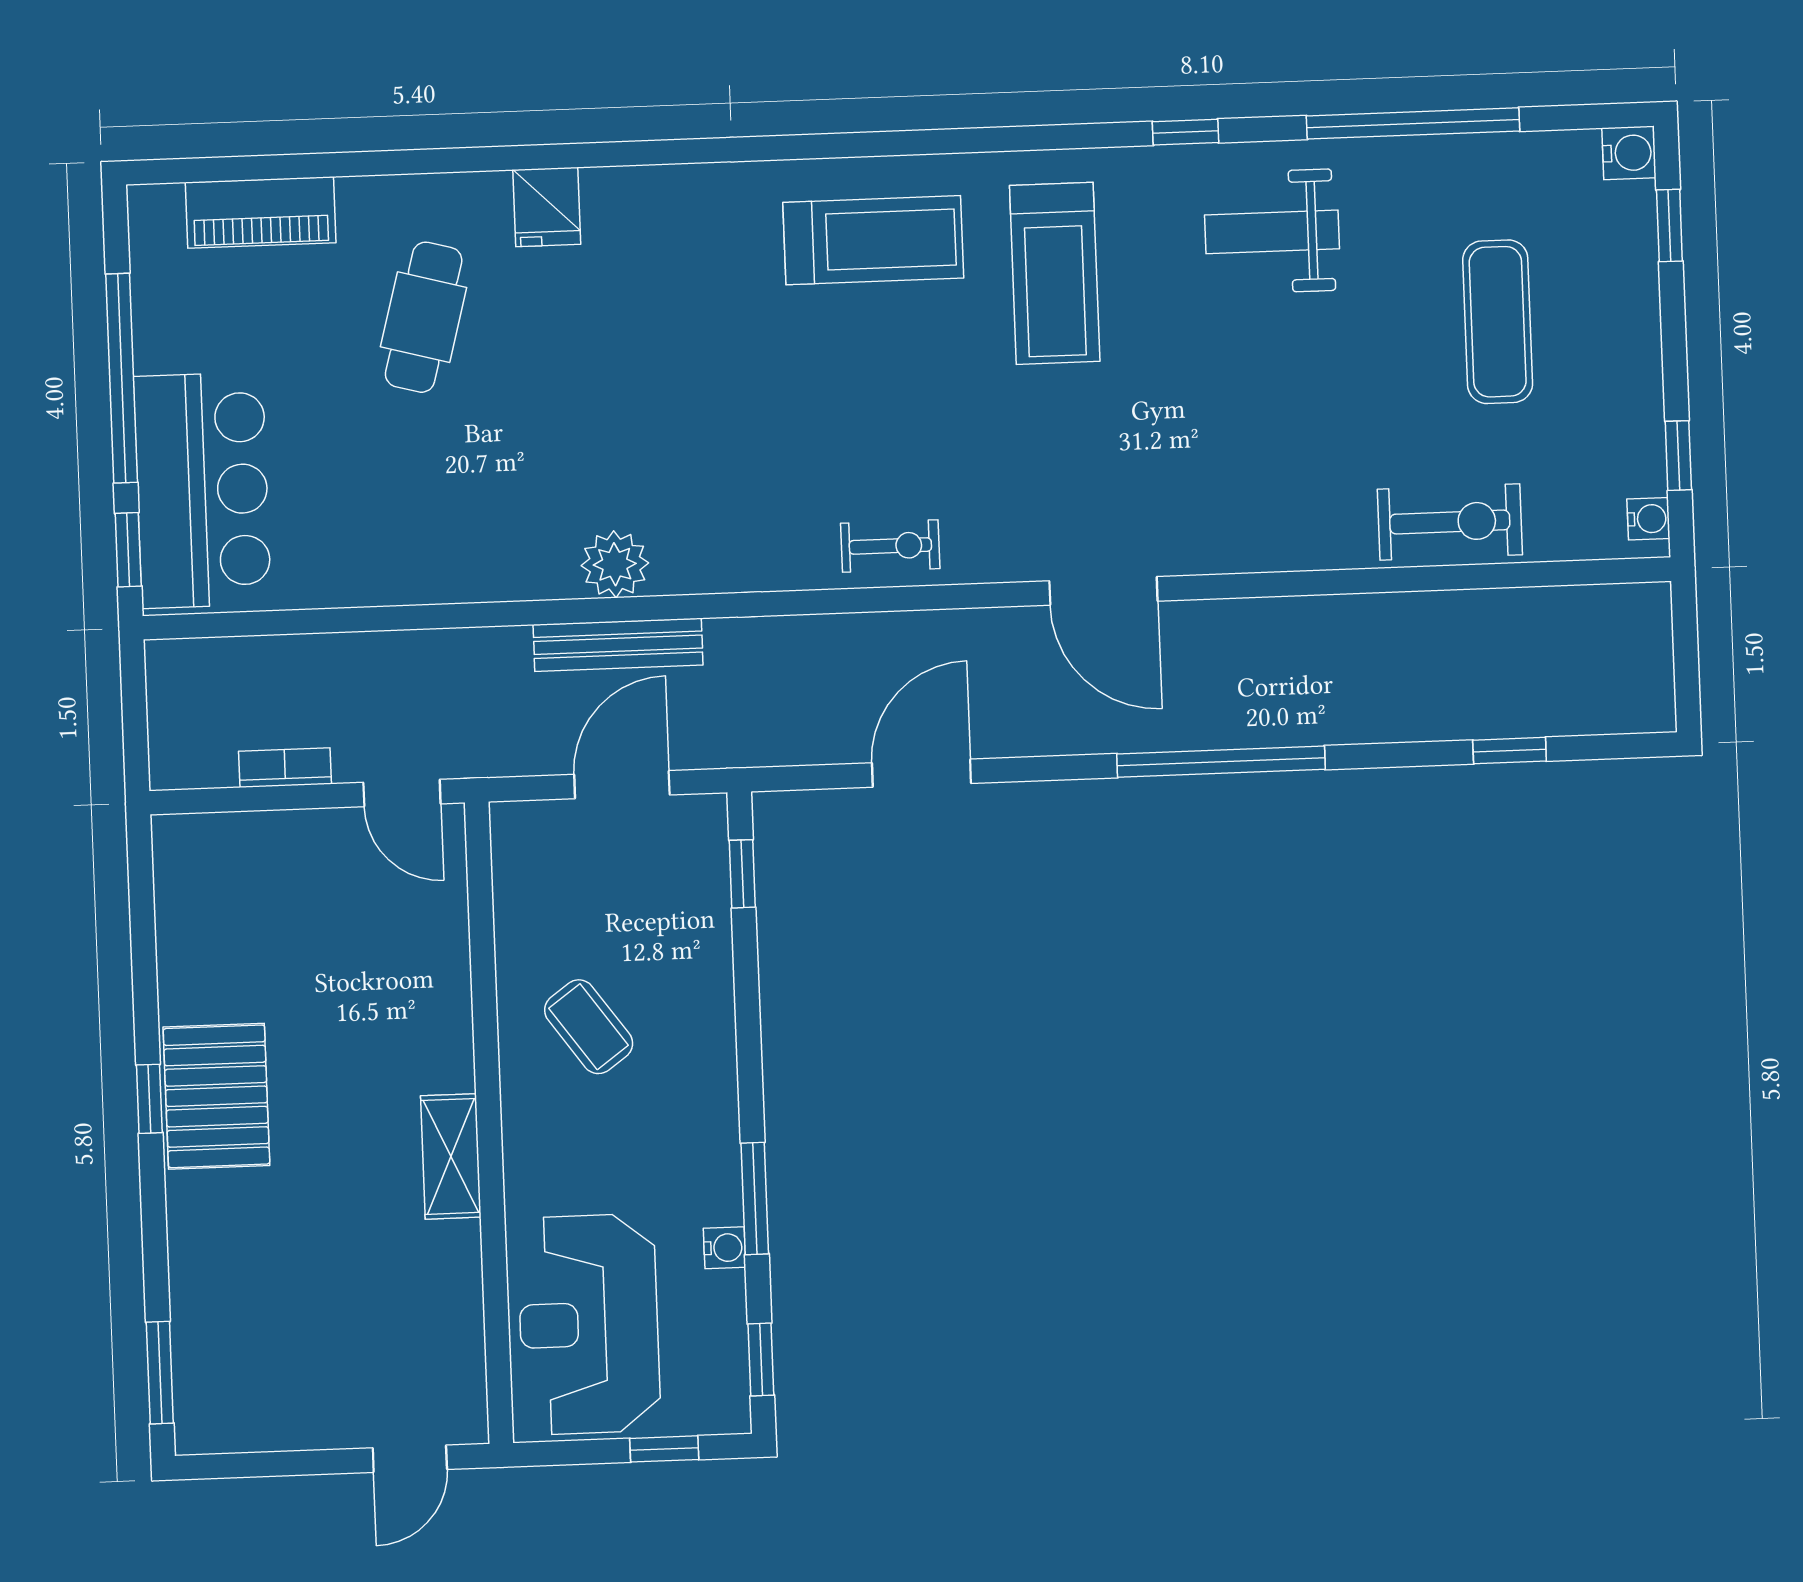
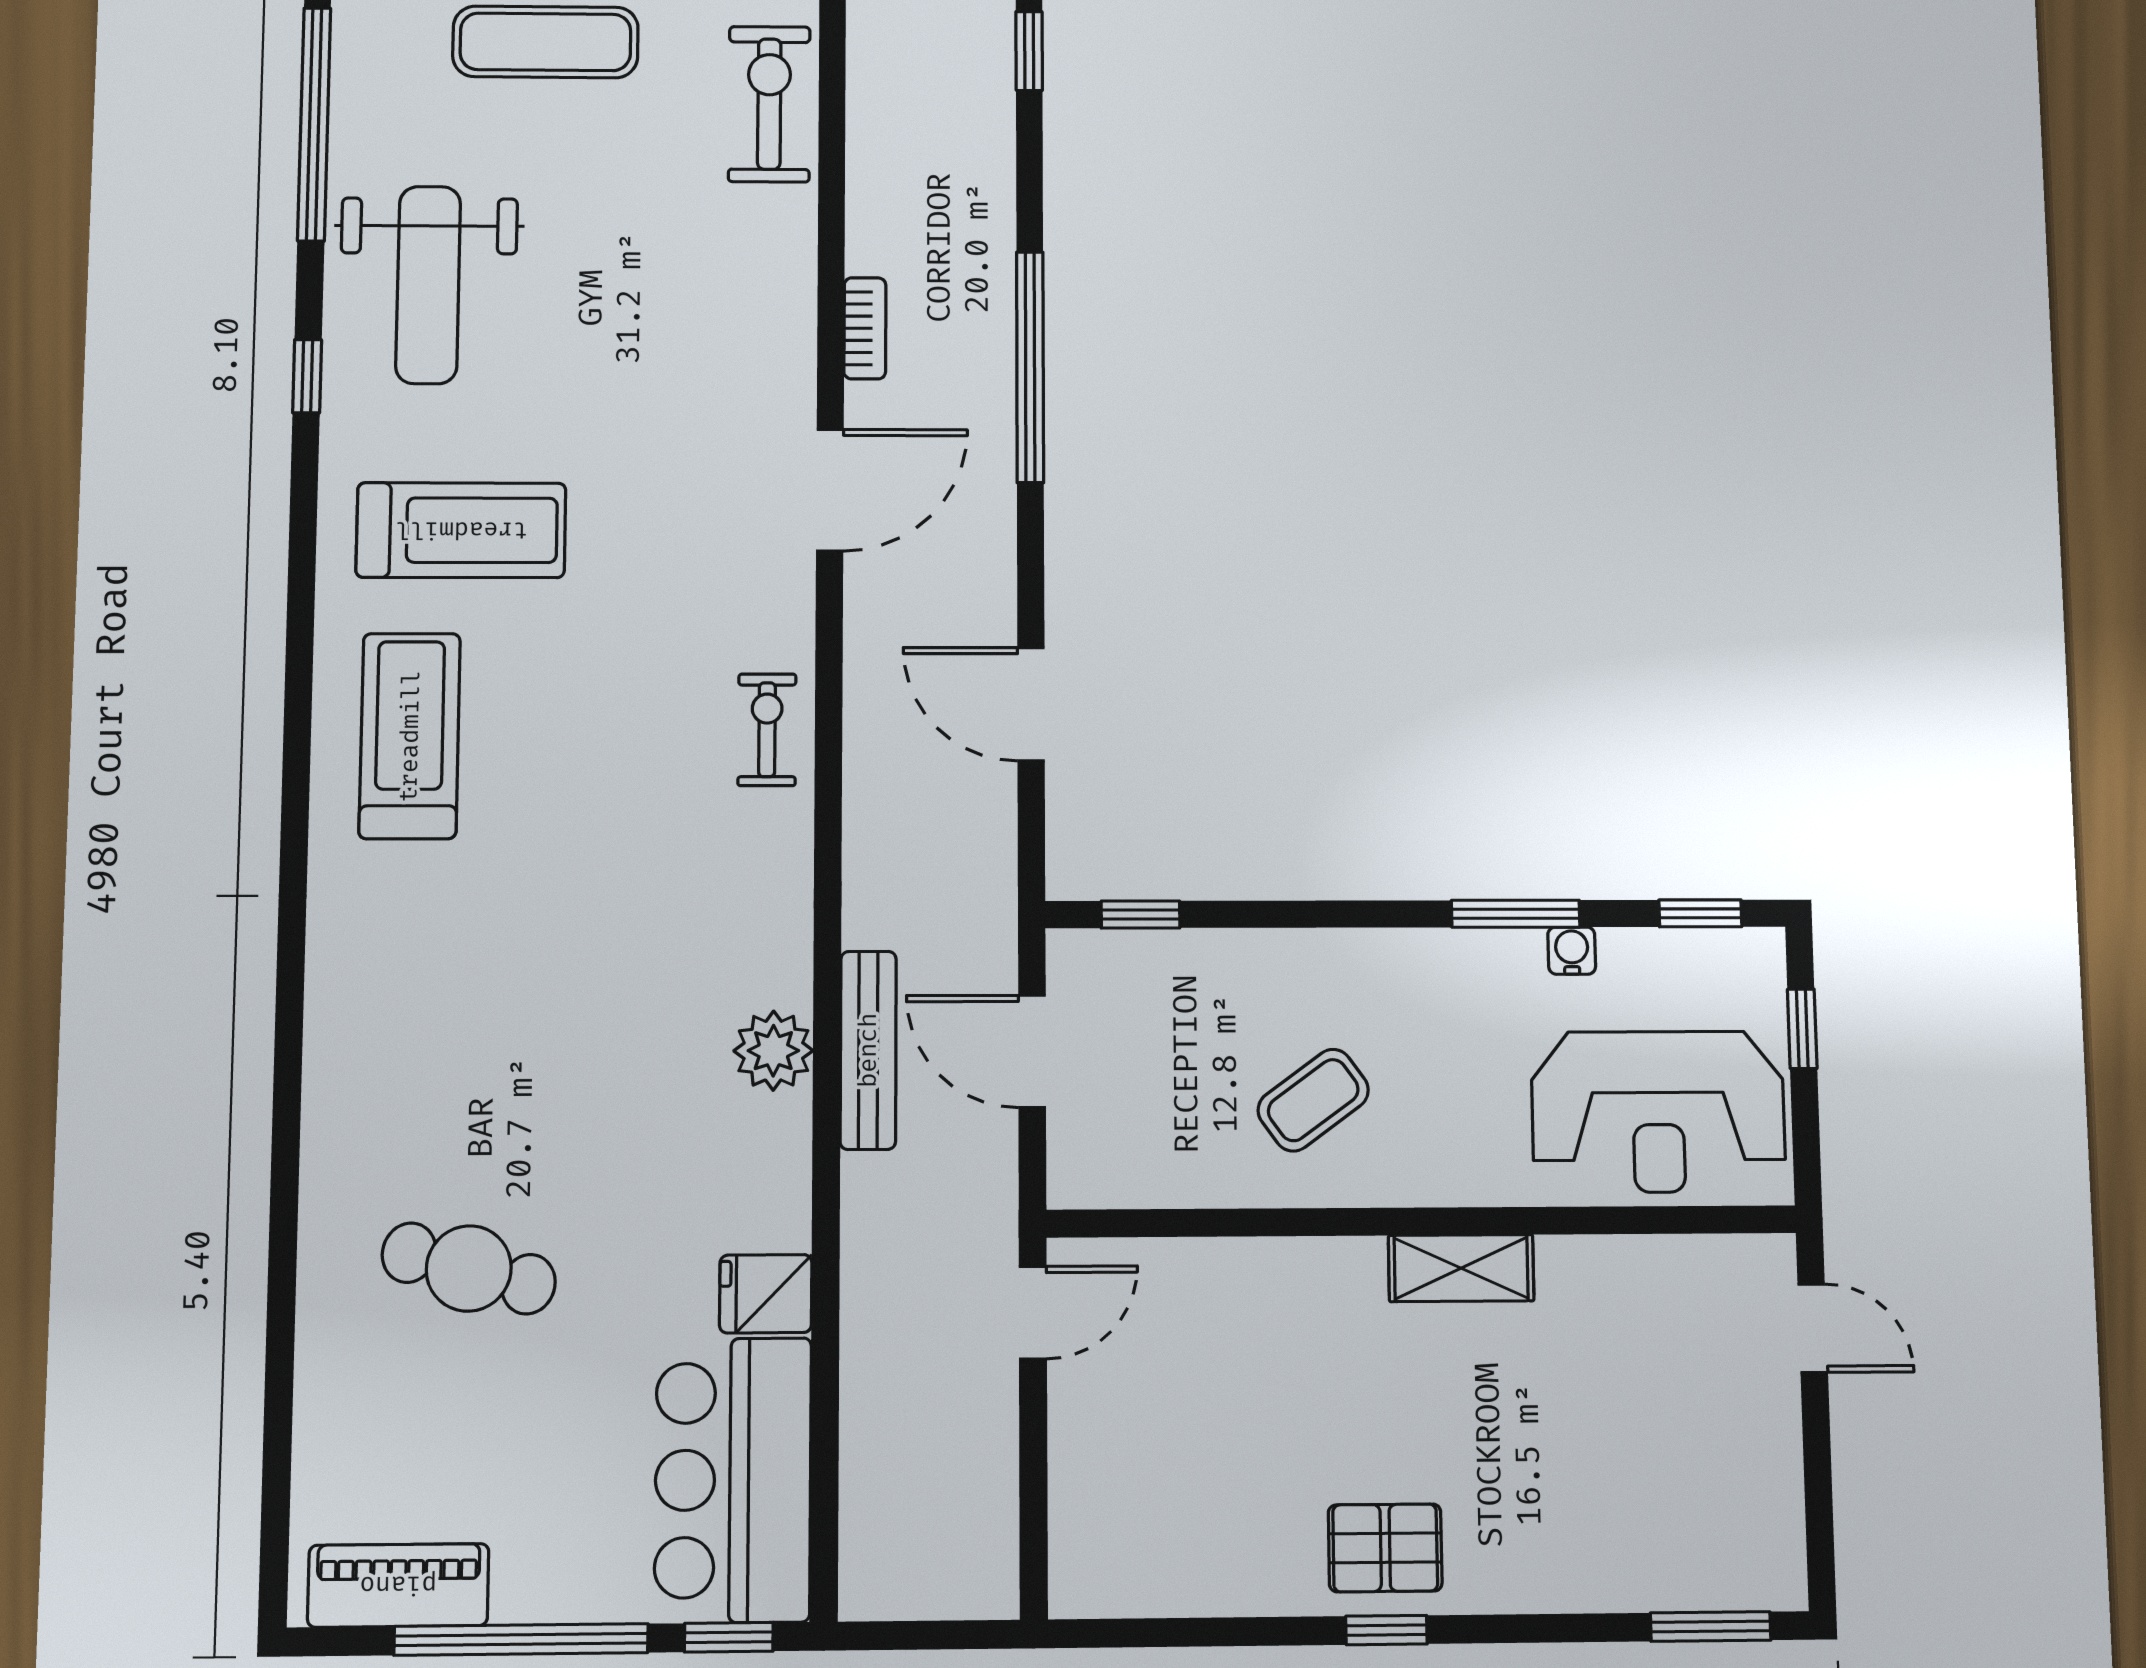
fridge: (547, 207) -> (766, 1294), moved, turned 180
piano: (261, 213) -> (398, 1585), moved, turned -90
weight bench: (1272, 232) -> (428, 285), width x1.36, depth x1.33
bar counter: (202, 490) -> (733, 1480), moved, turned -90
bookcase: (285, 768) -> (865, 328), moved, turned 180
pallet: (216, 1096) -> (1385, 1548), width x0.67, depth x0.71

